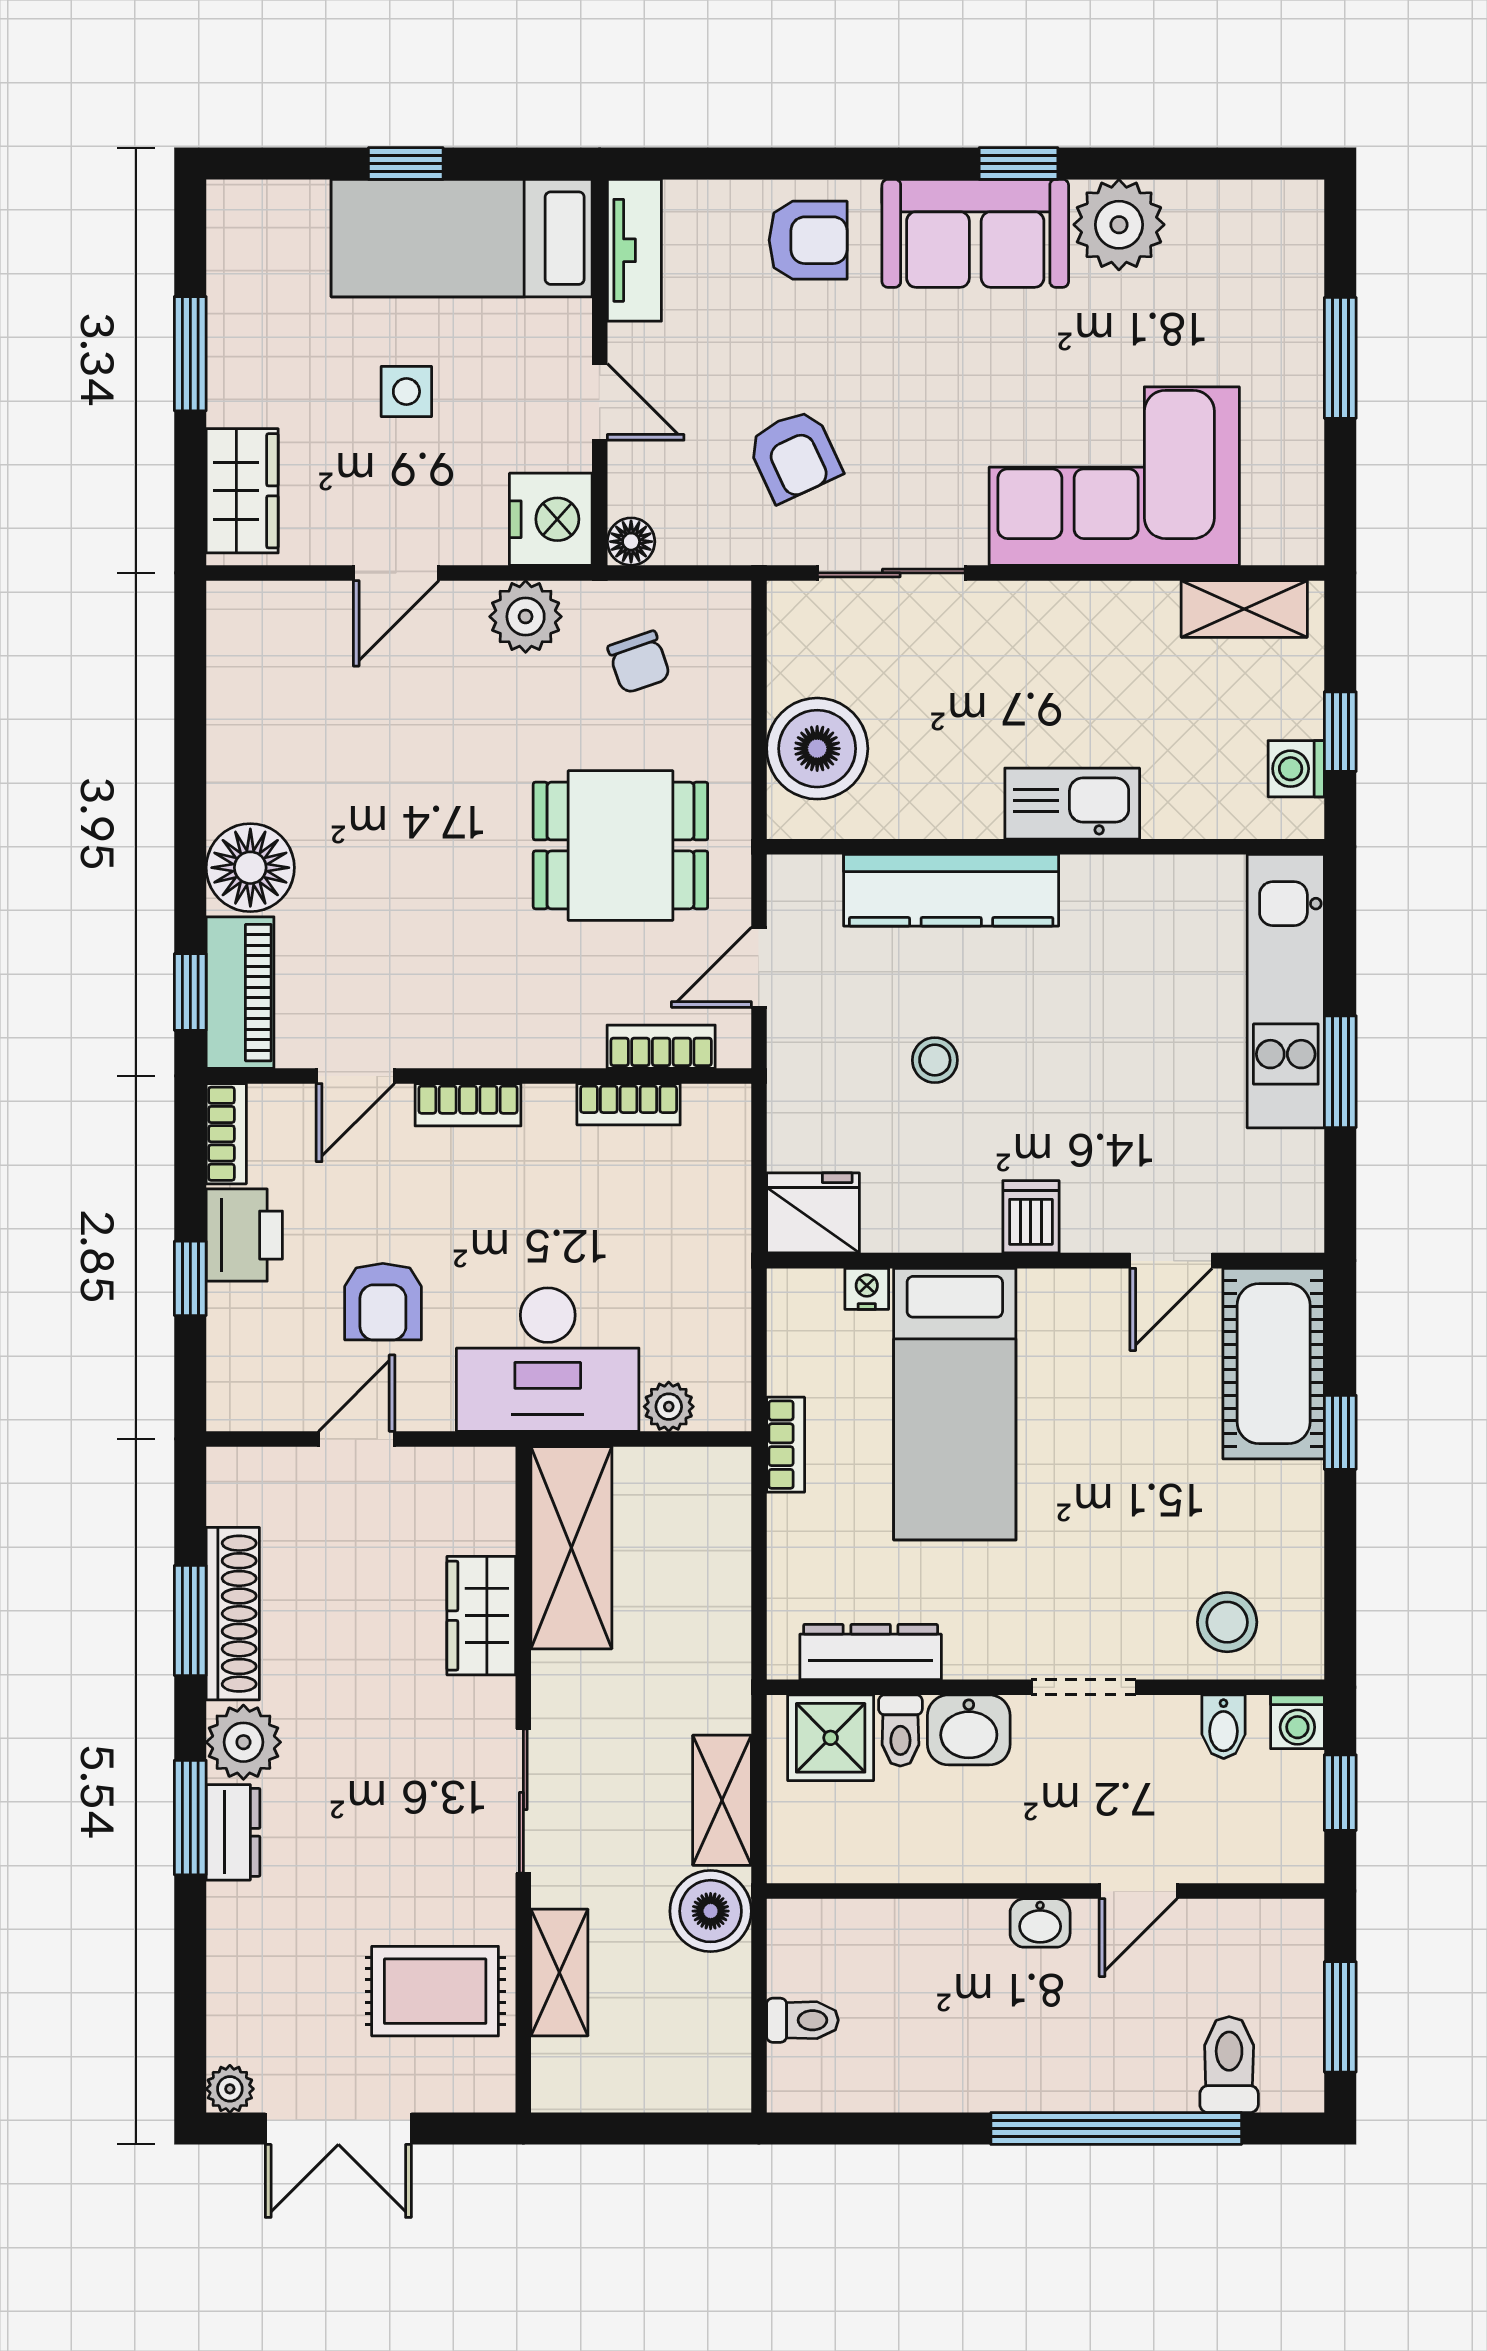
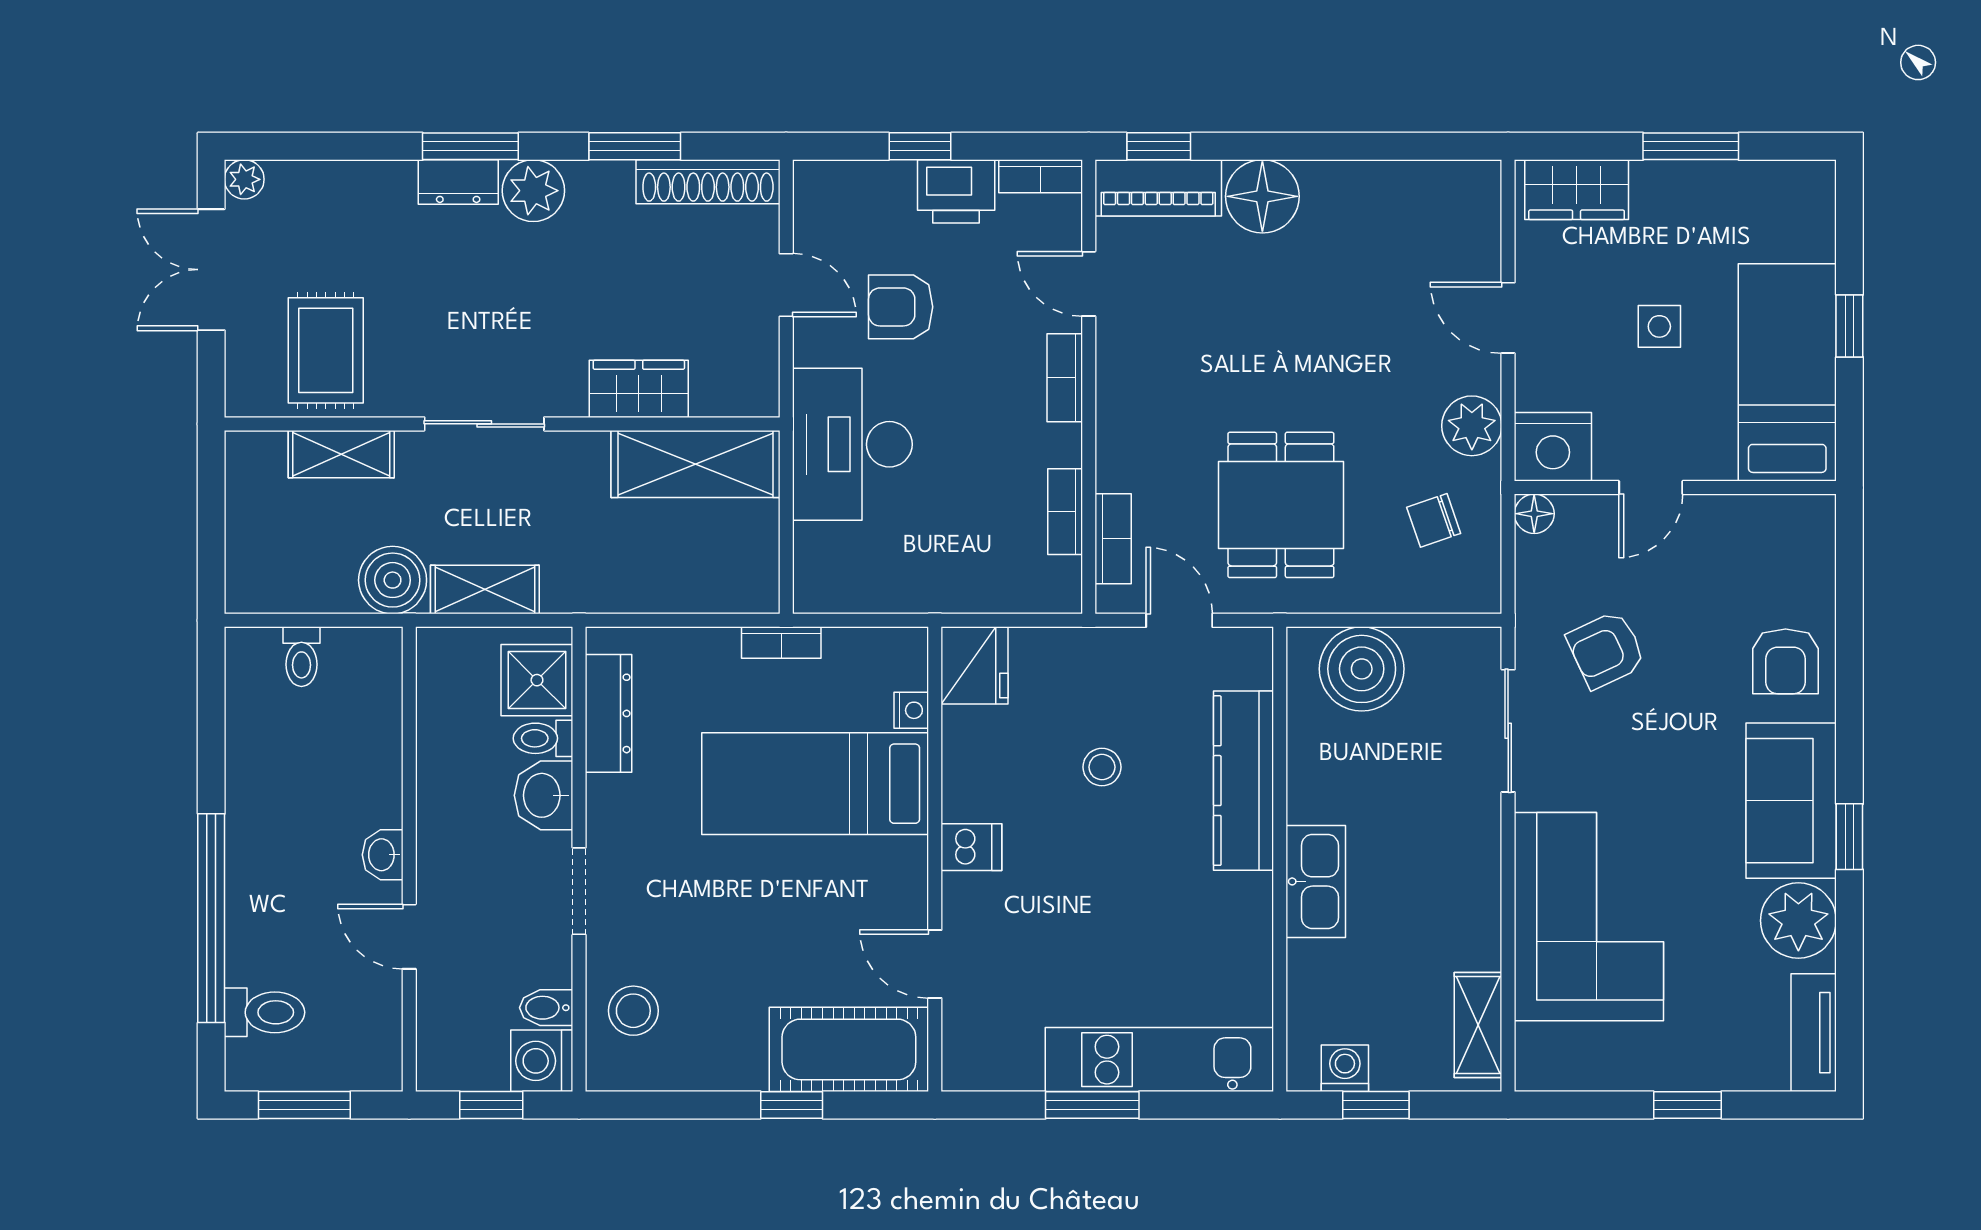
tv unit: (634, 250) -> (1814, 1033), moved, turned 90
window: (1340, 358) -> (1687, 1105), width x0.67
plant: (669, 1407) -> (813, 545), removed
shoe rack: (233, 1614) -> (708, 182), moved
washing machine: (1297, 1722) -> (542, 1061), width x1.38, depth x1.38

